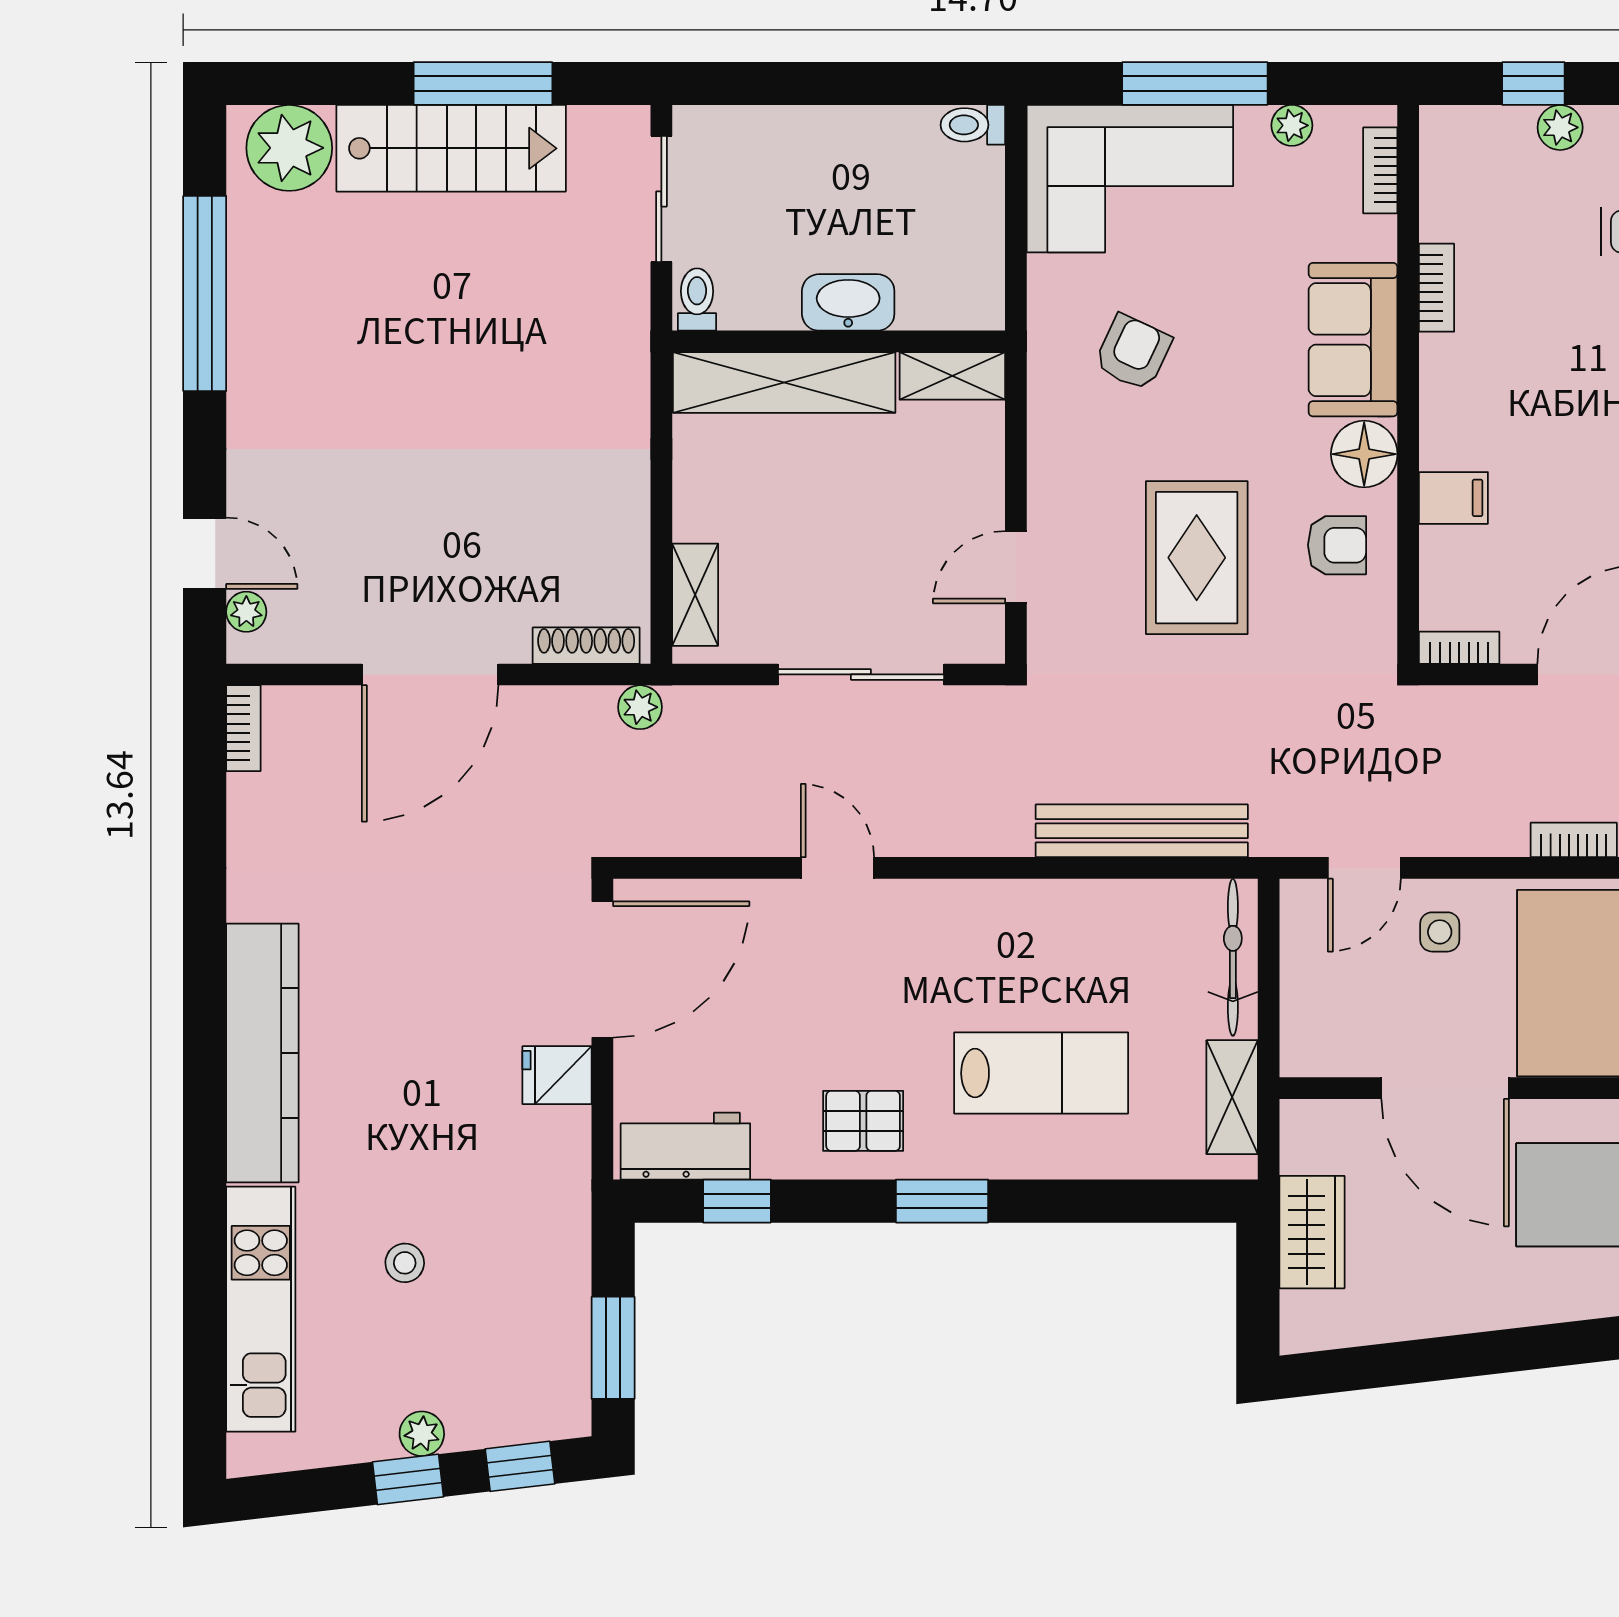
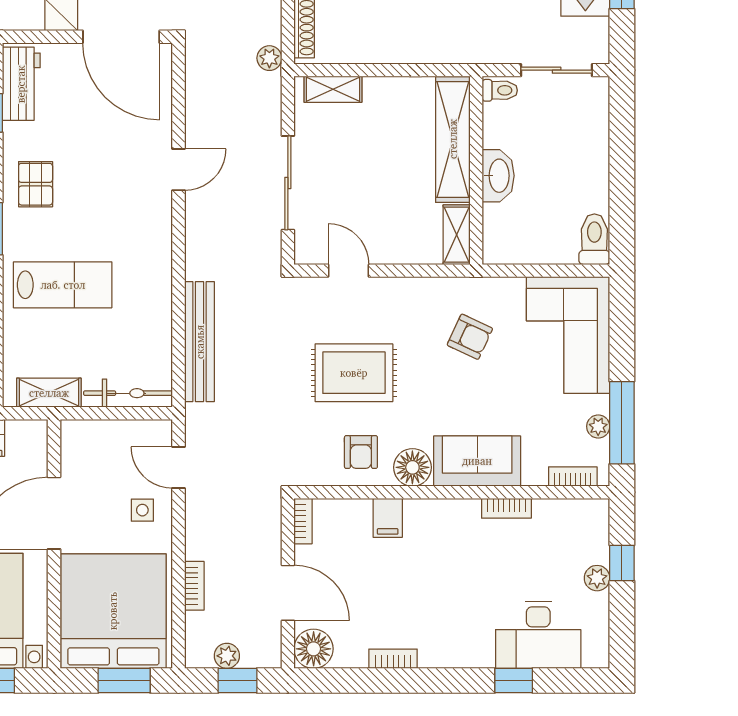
window: (1195, 84) -> (622, 423), moved
toilet: (973, 125) -> (594, 239), width x1.37, depth x1.39
lab bench: (1041, 1073) -> (63, 285), turned -90

